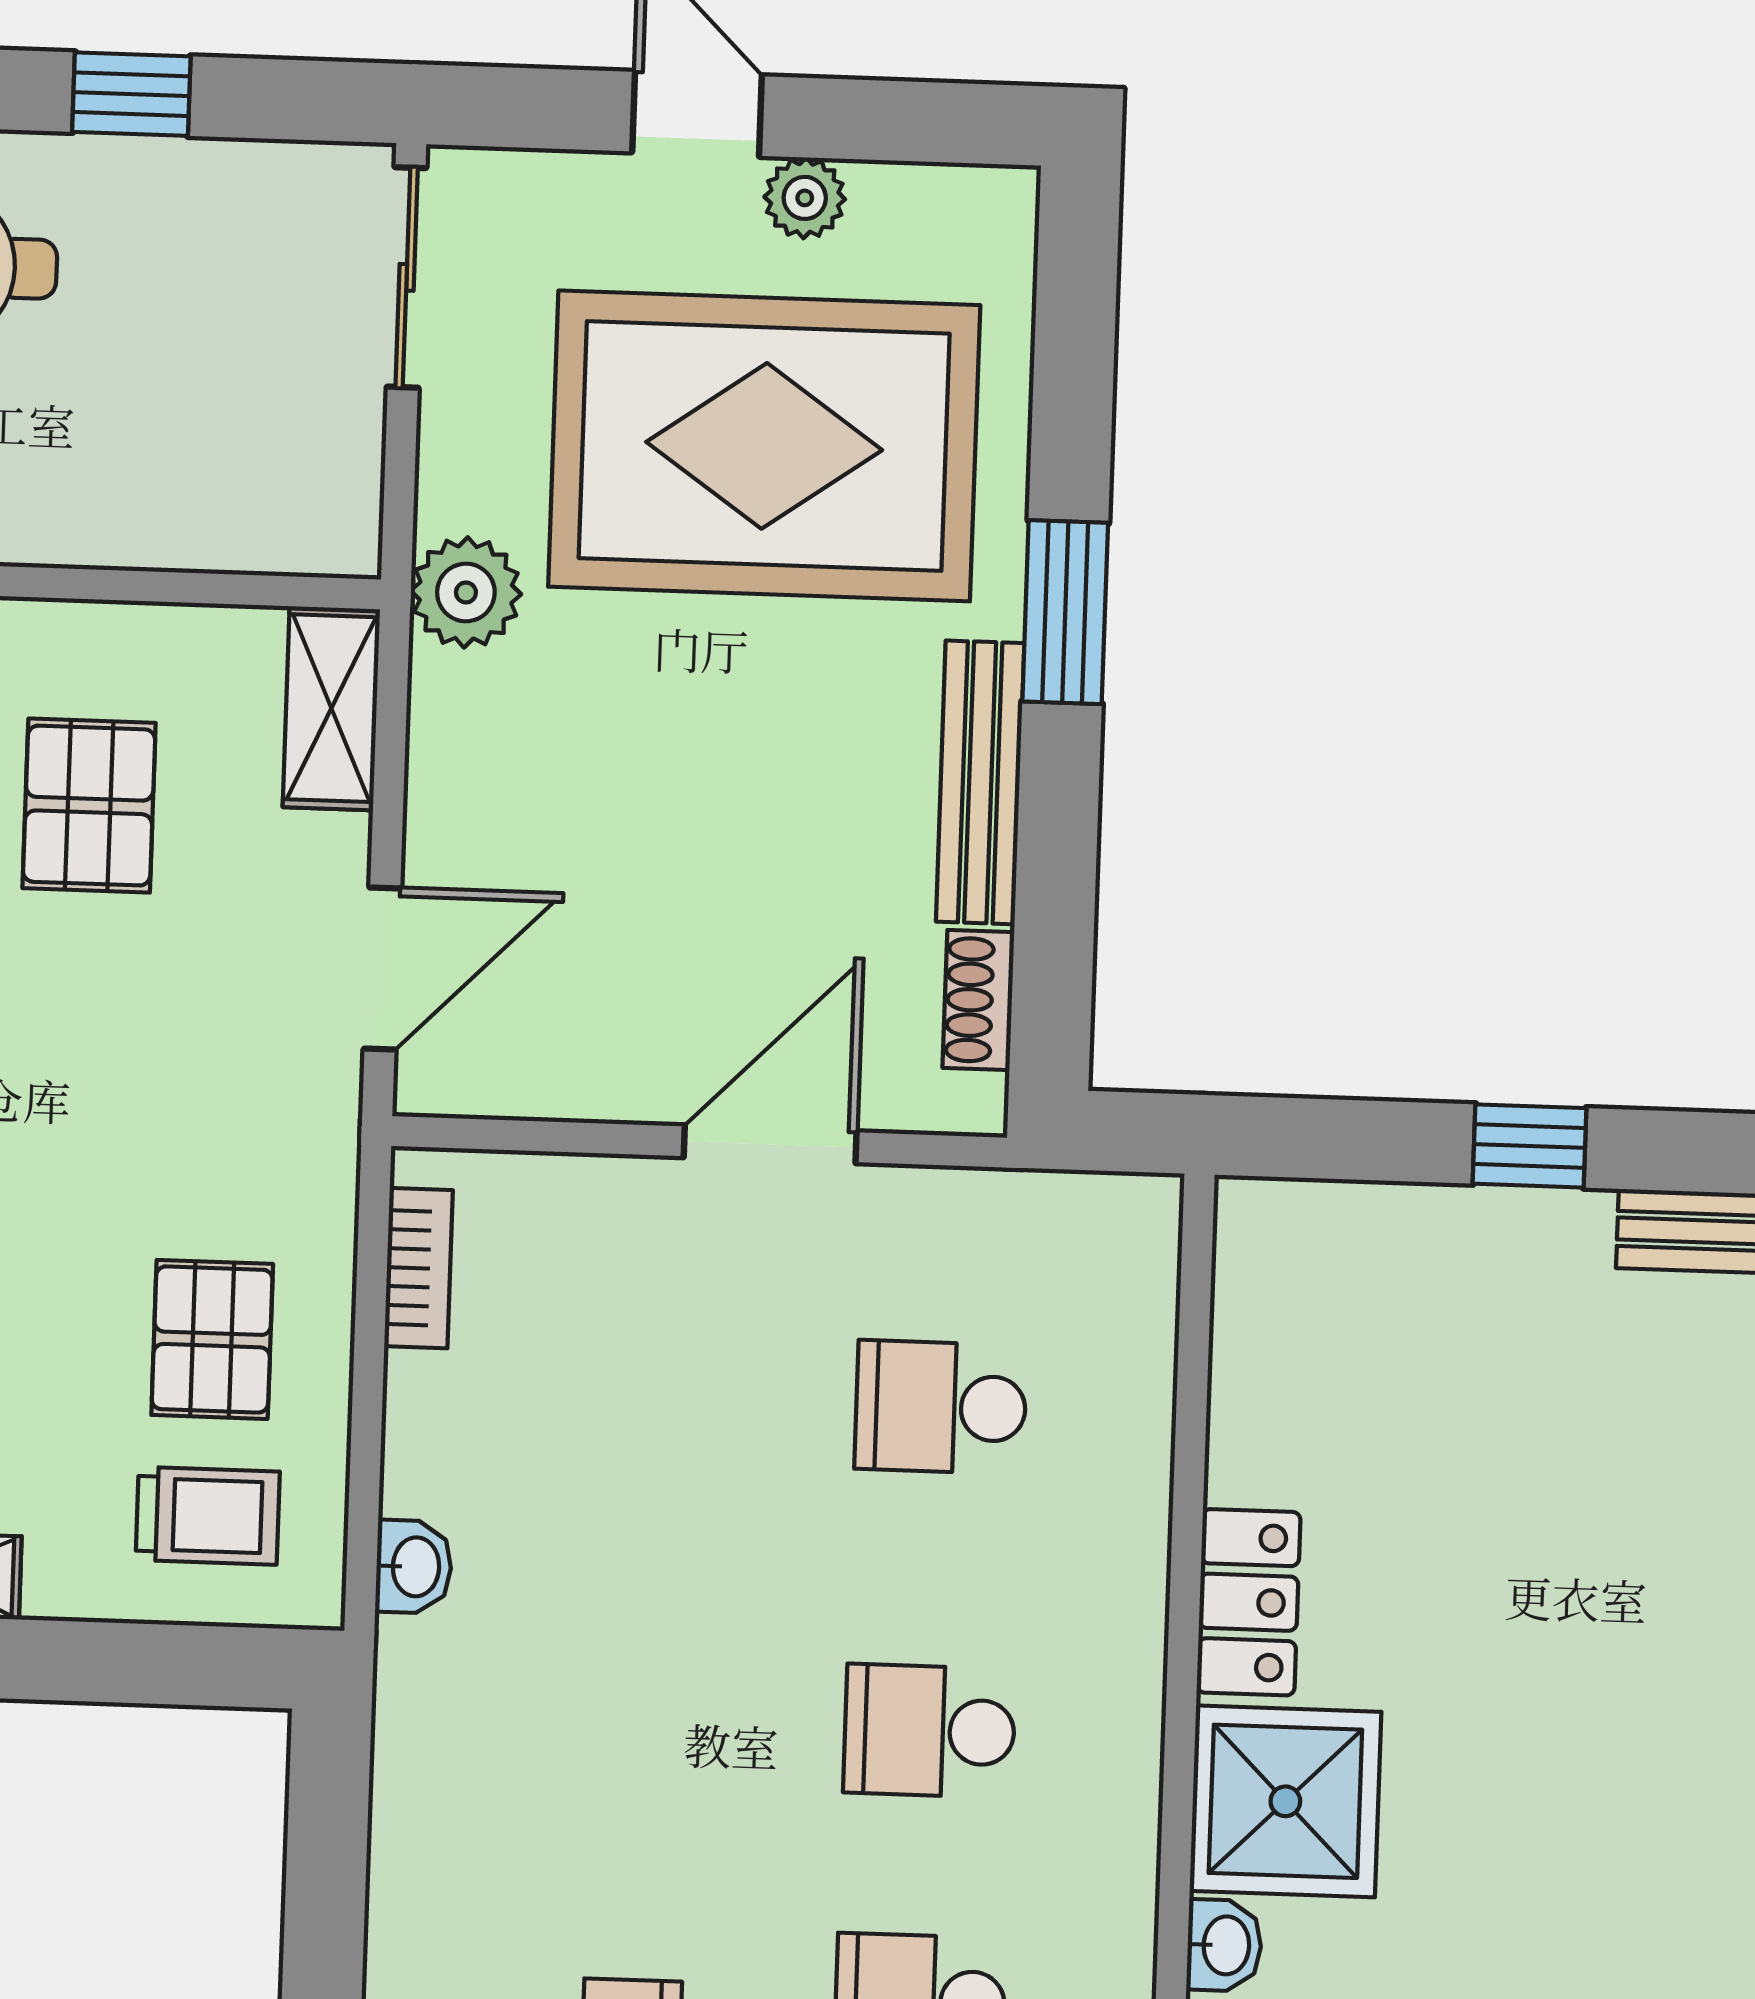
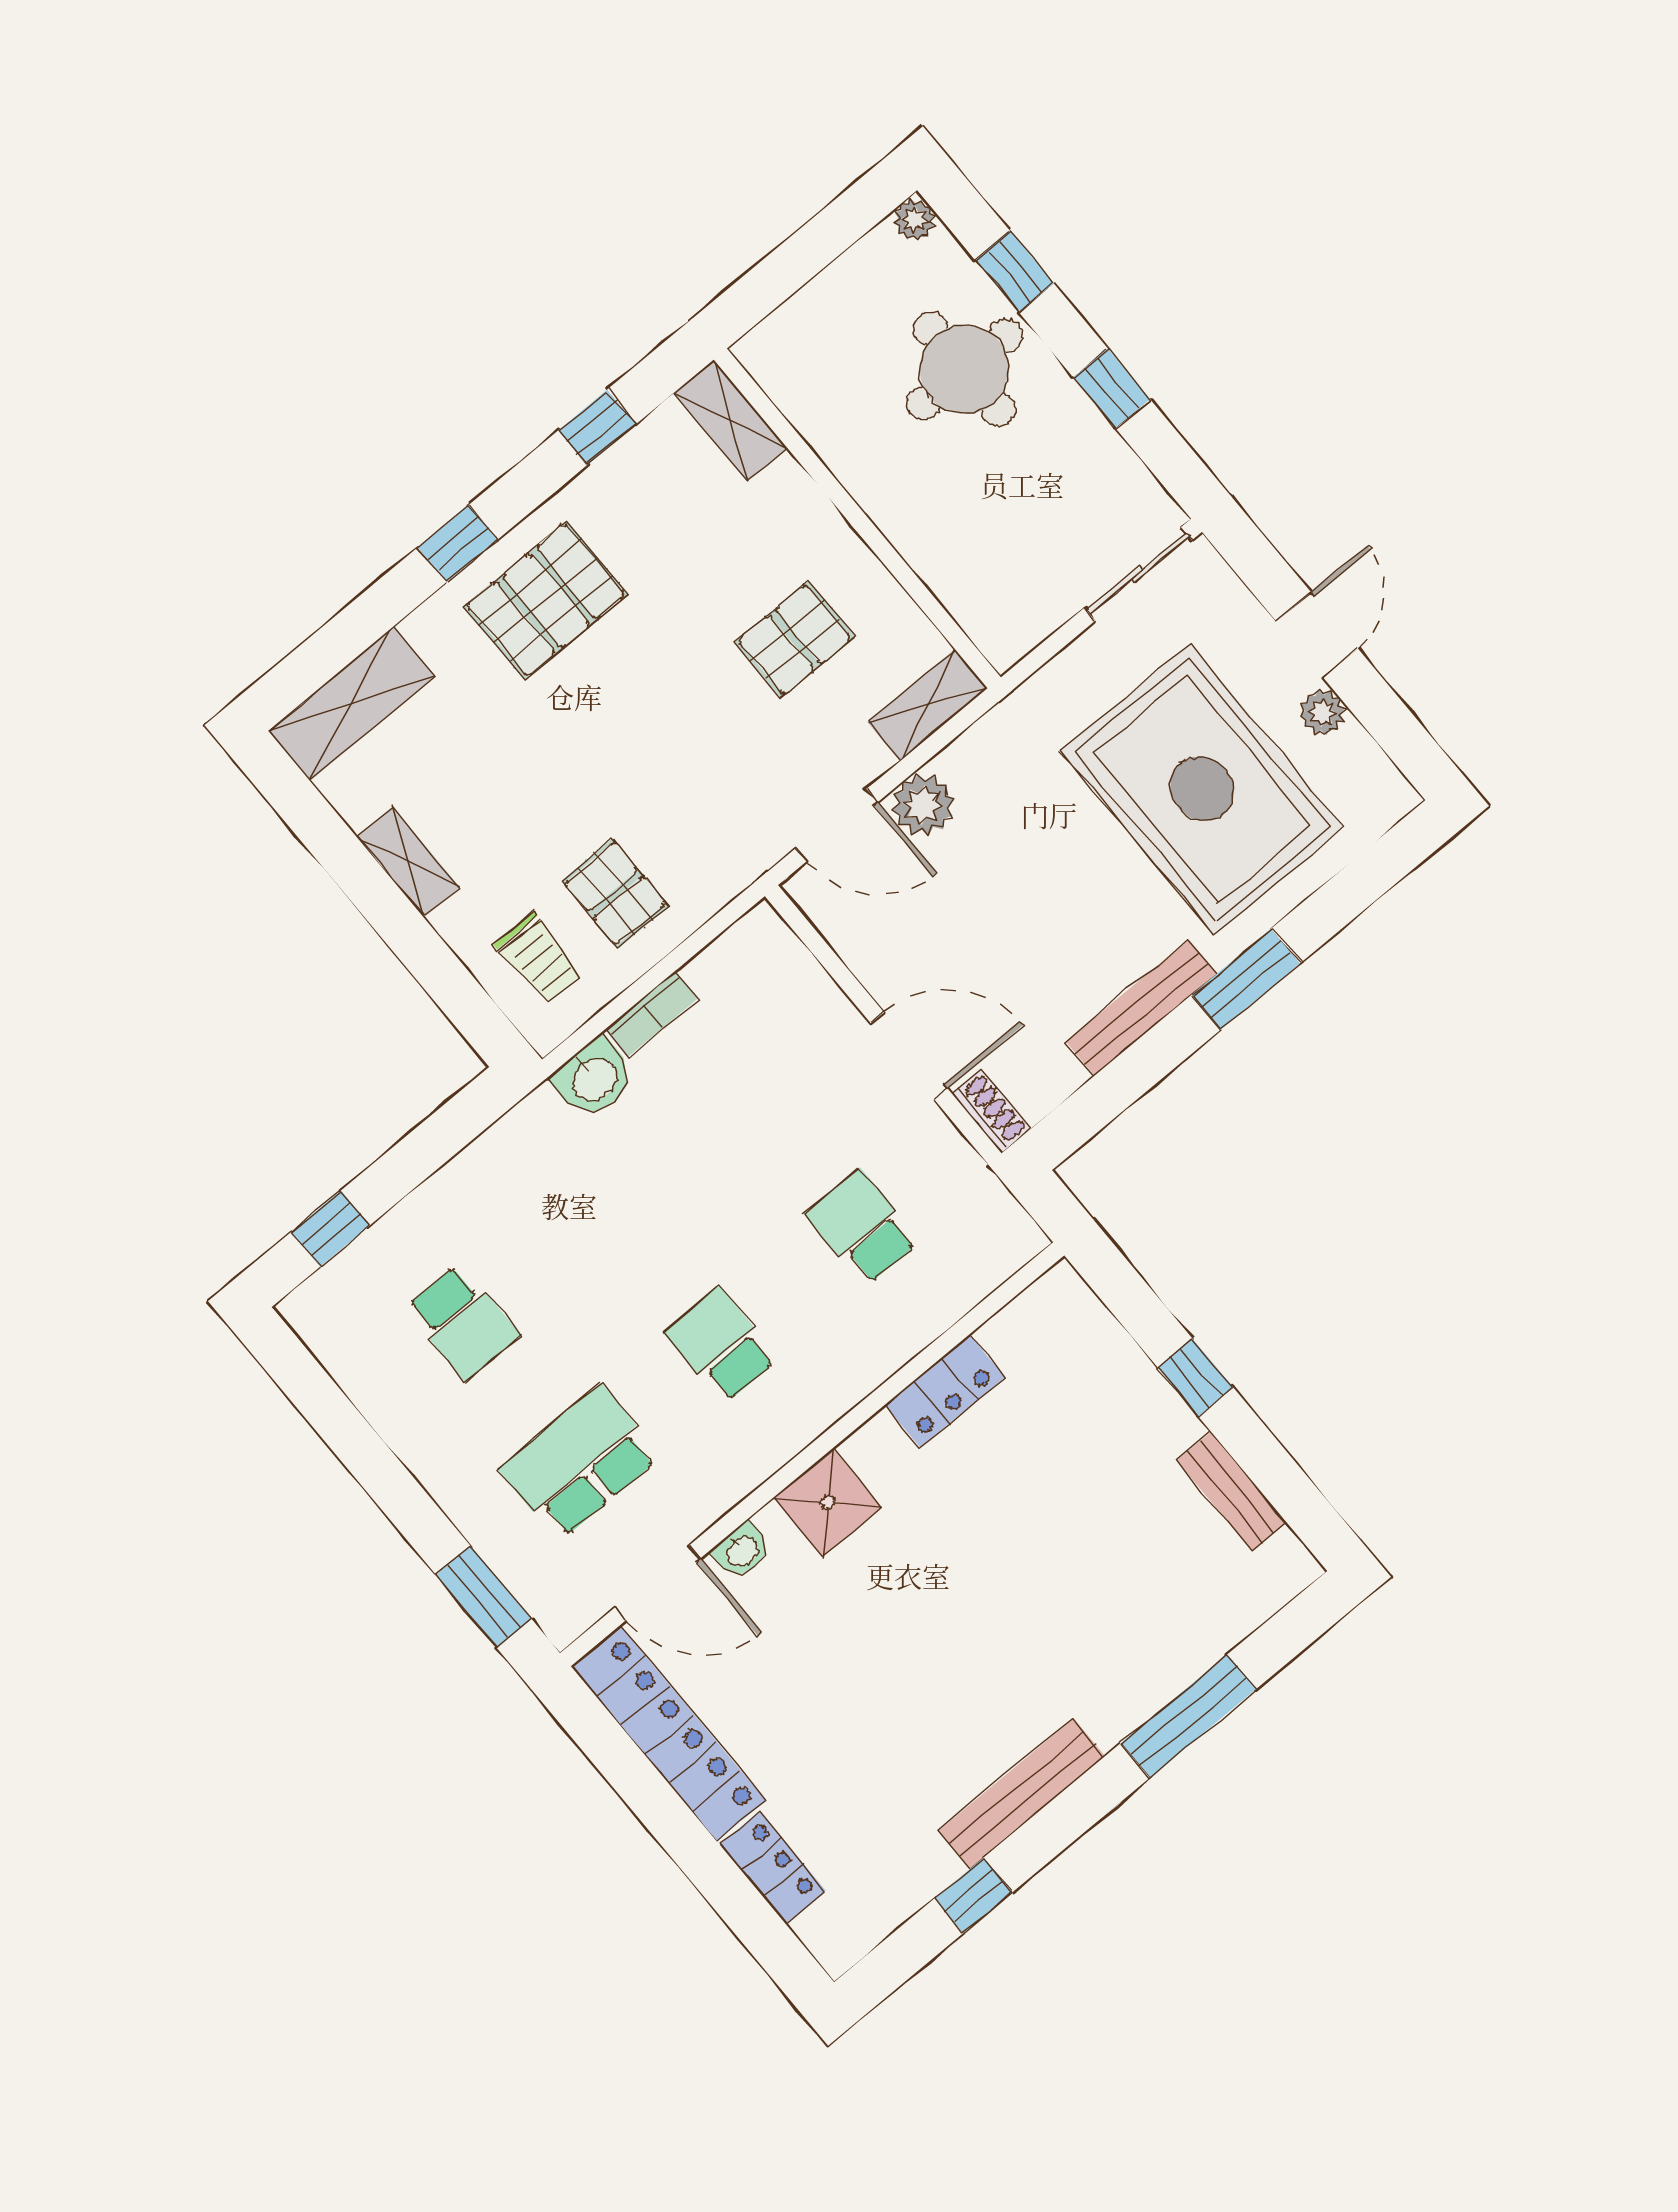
plant: (466, 592) -> (923, 805), moved
shoe rack: (978, 1000) -> (991, 1111), moved, turned 90
bookcase: (419, 1268) -> (651, 1014), moved
pallet: (212, 1339) -> (615, 893), turned 90
washbasin: (414, 1567) -> (594, 1078), width x1.38, depth x1.45
locker: (1248, 1602) -> (945, 1391), moved
shower: (1285, 1801) -> (828, 1502), width x0.73, depth x0.73

